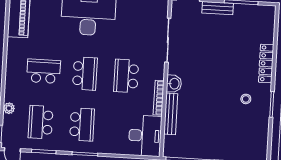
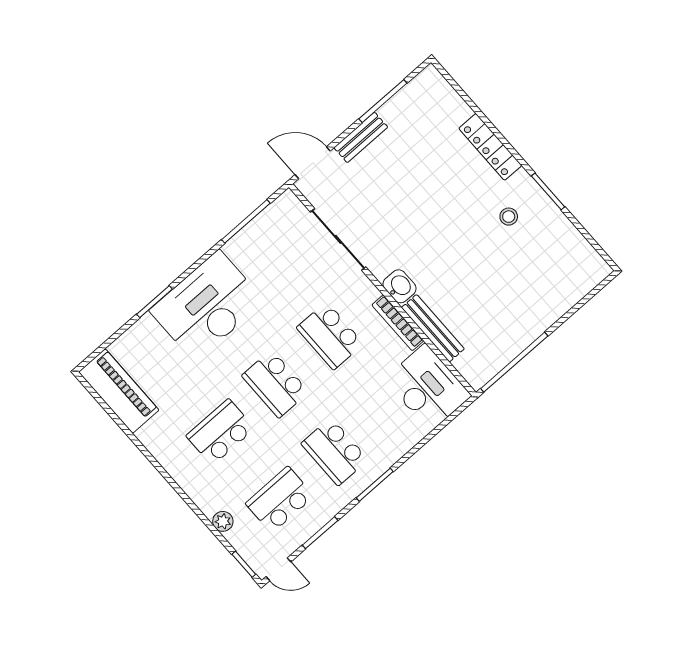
school desk: (85, 74) -> (275, 384), turned 180
school desk: (41, 122) -> (280, 500), turned 90
school desk: (82, 125) -> (335, 452), turned 180

